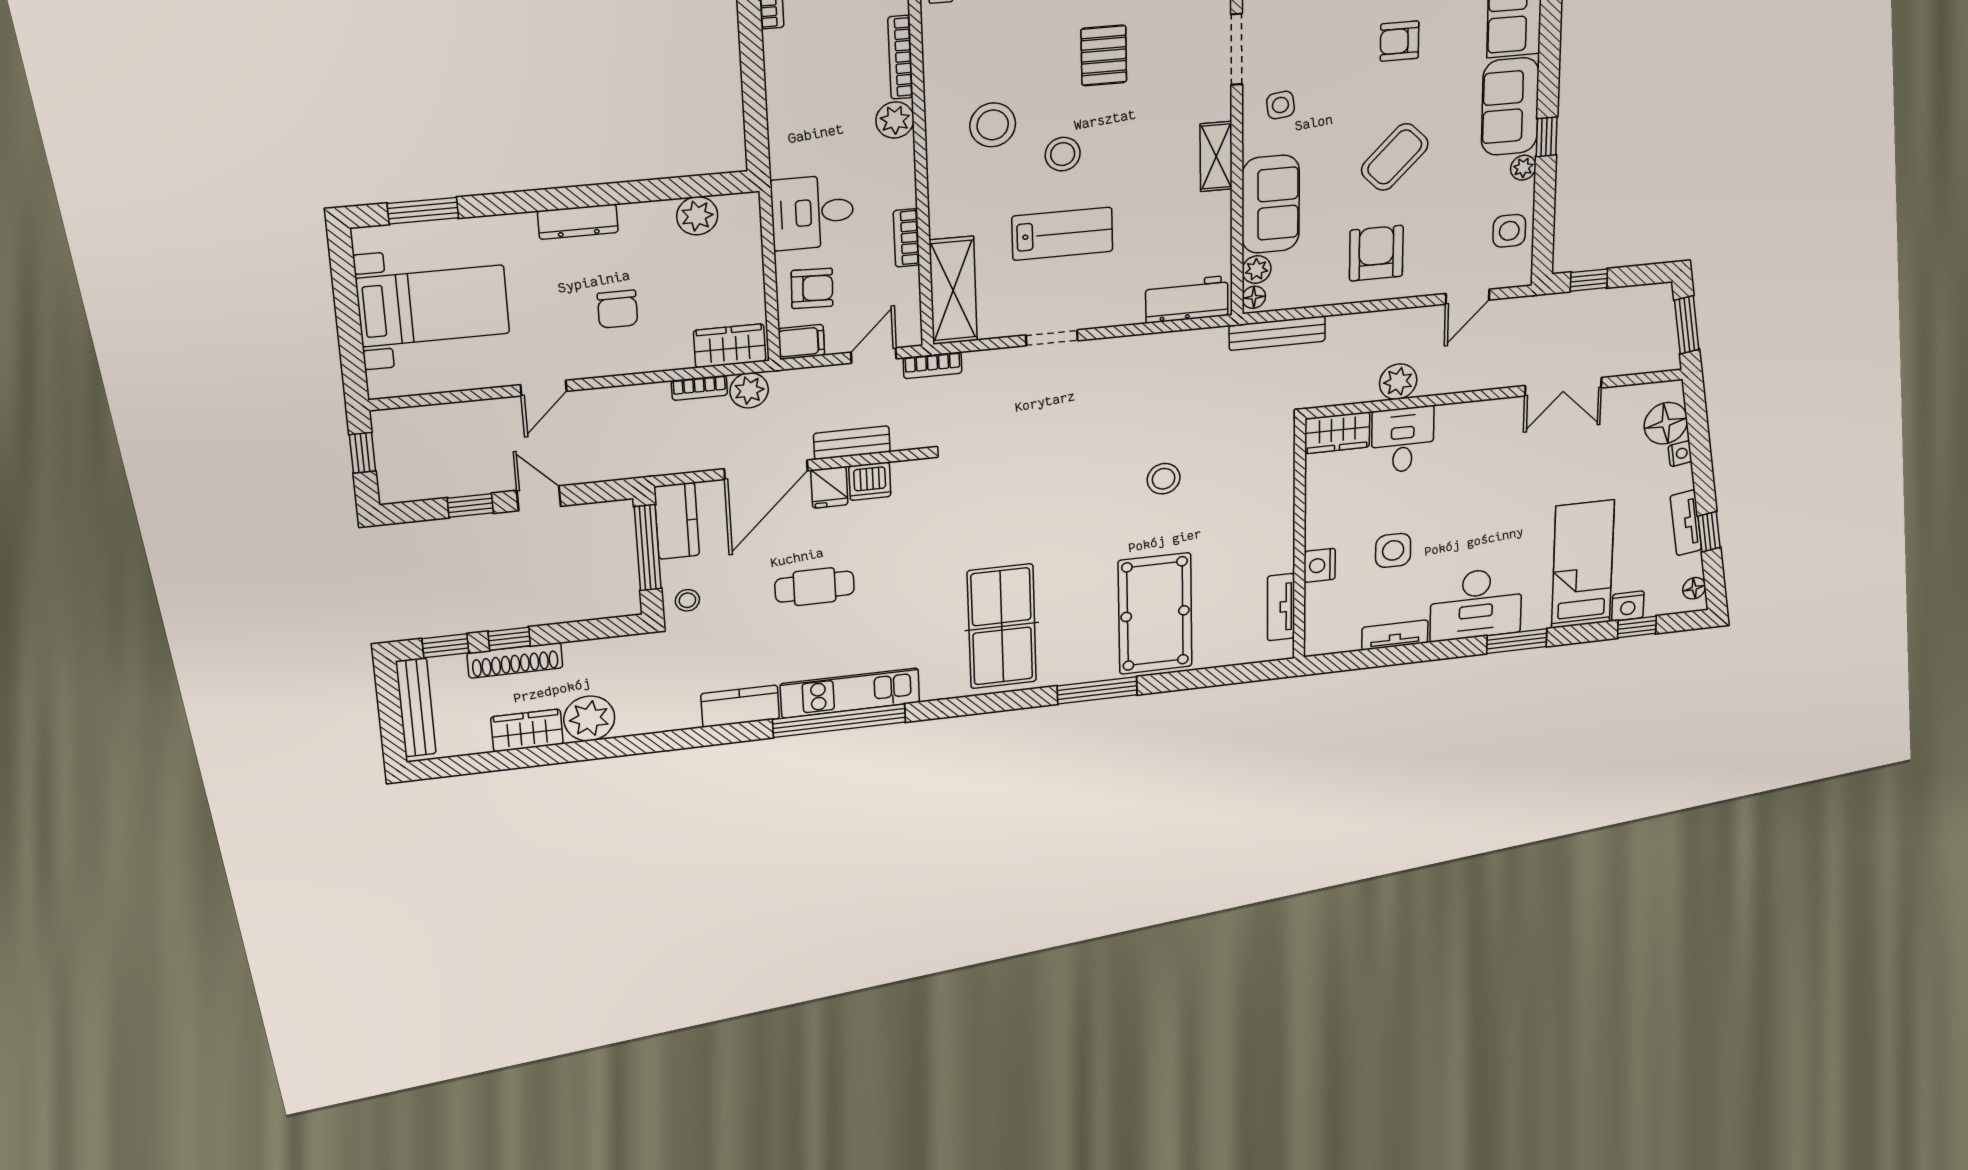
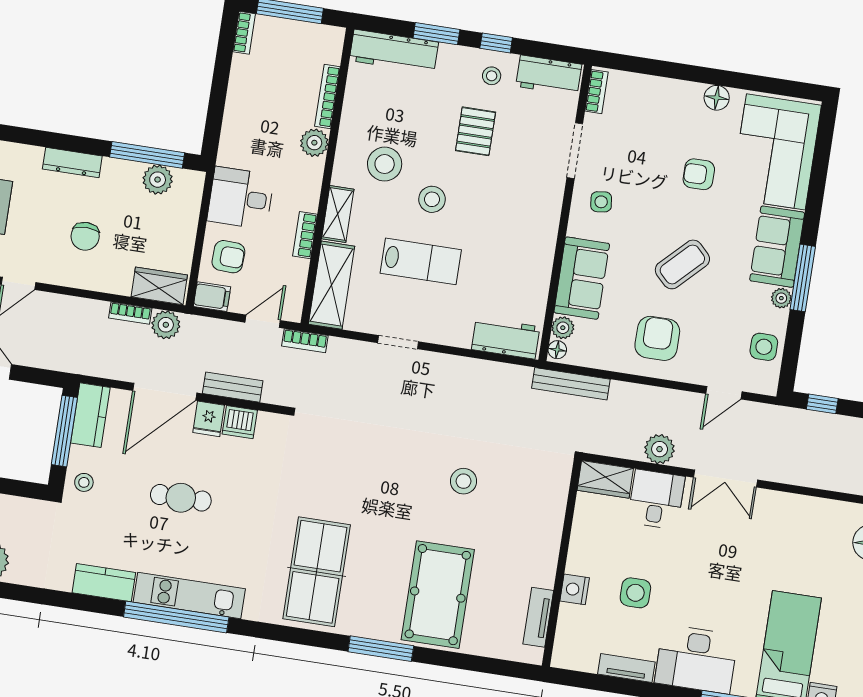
window: (1547, 137) -> (803, 278), width x2.17
shelving: (1216, 156) -> (338, 214), moved
window: (676, 188) -> (147, 155), added
double door: (1563, 387) -> (725, 479), moved

